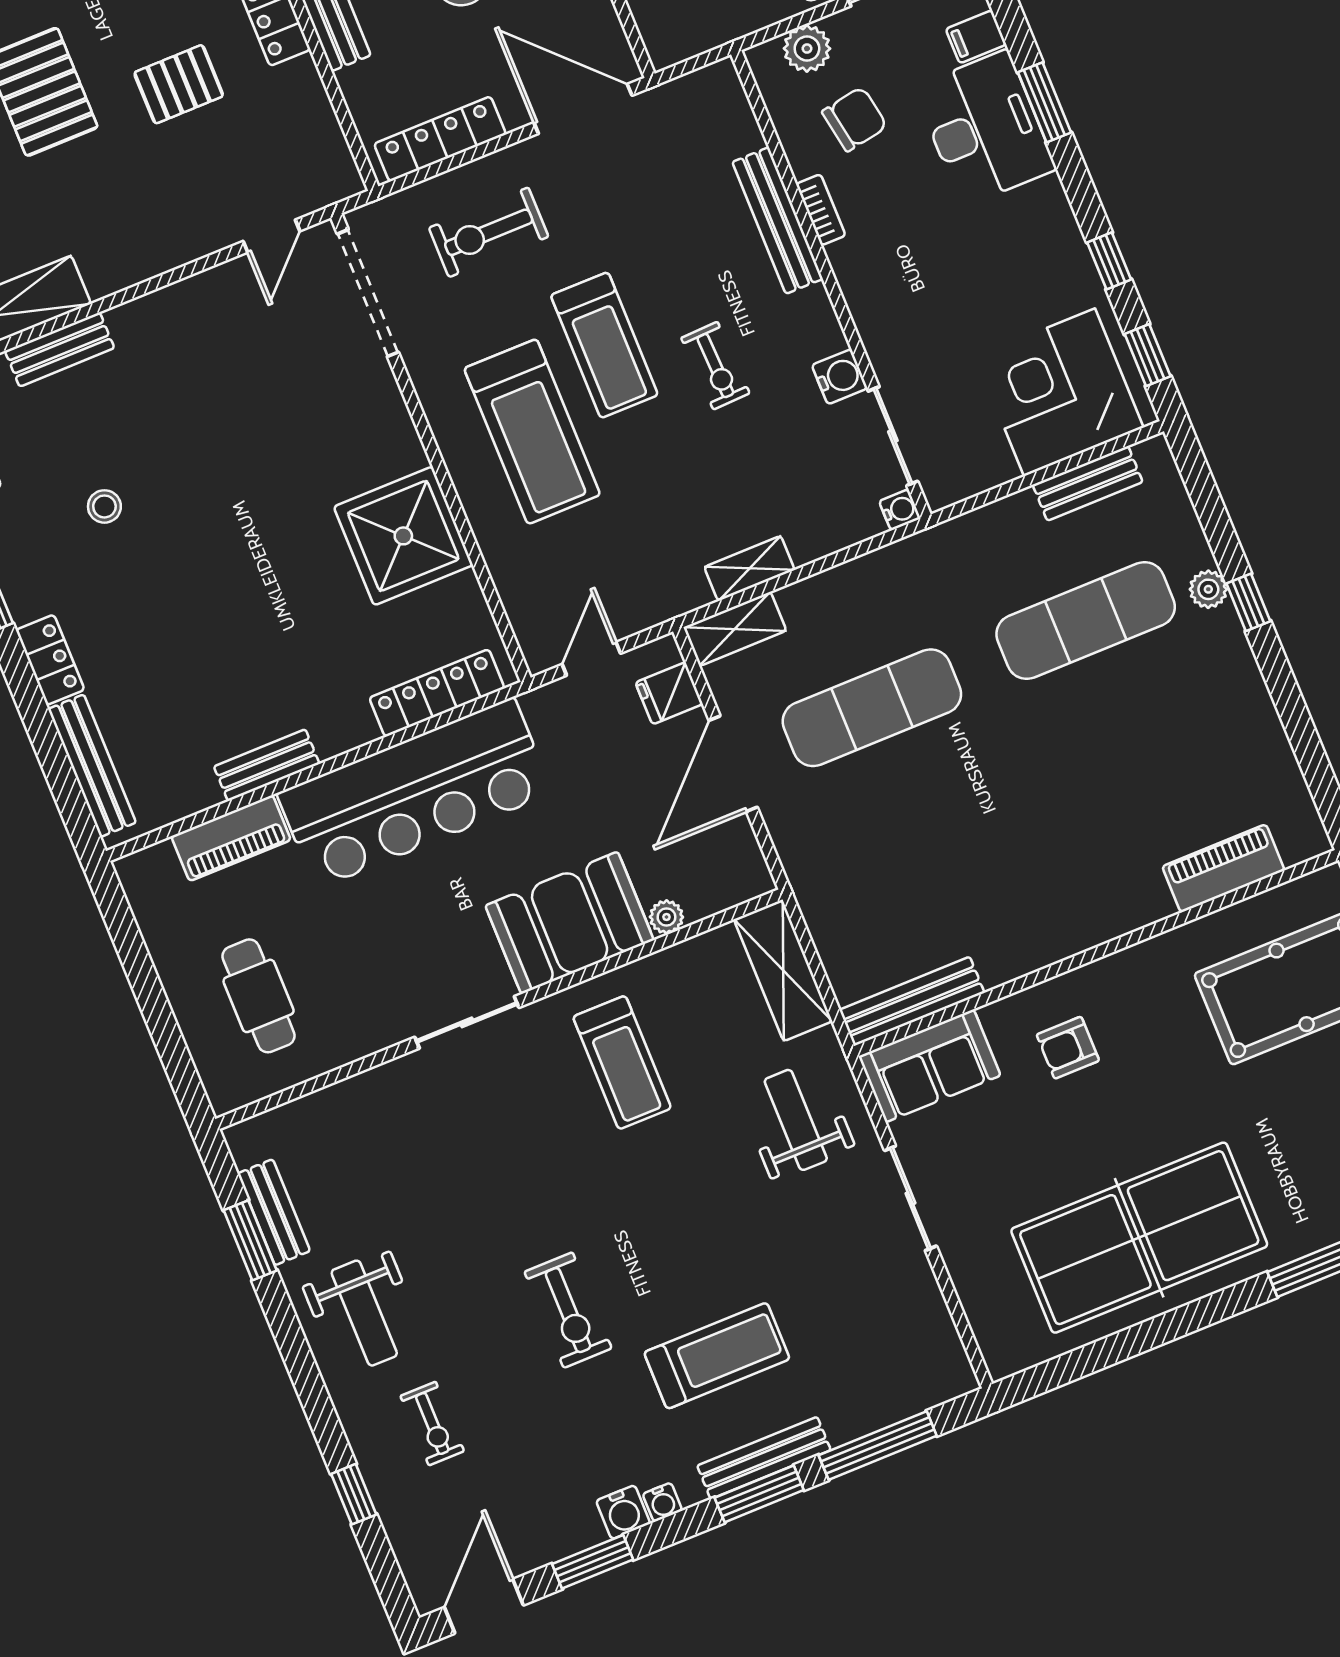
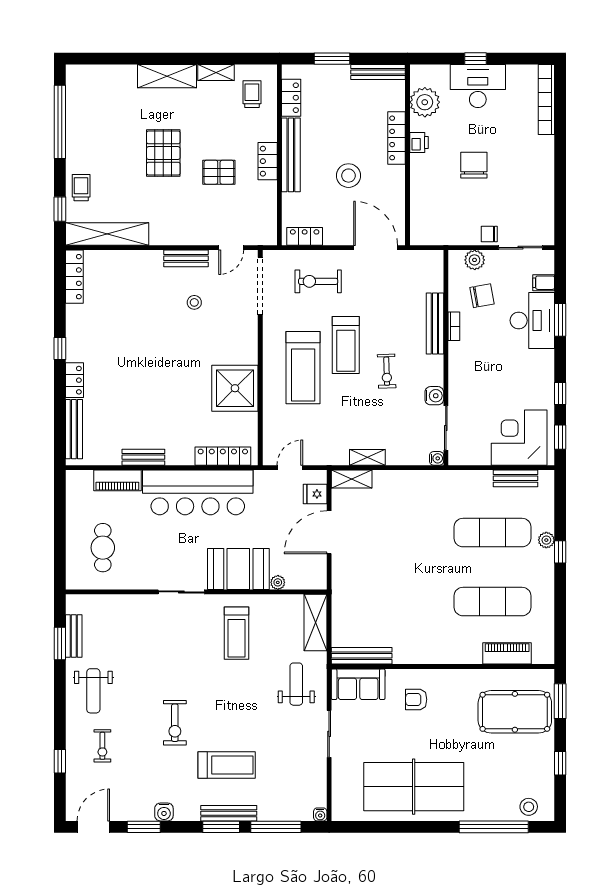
locker: (440, 139) -> (305, 236), width x0.66
bench: (60, 349) -> (186, 258), moved
stool: (104, 506) -> (194, 302), moved
exercise mat: (872, 708) -> (493, 602), moved
water cooler: (662, 1502) -> (320, 814), moved

